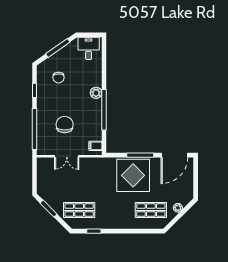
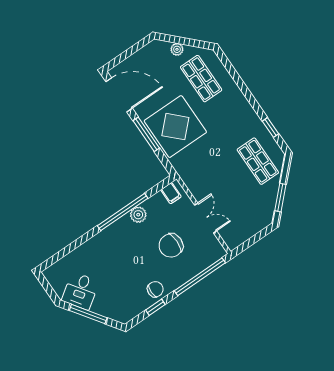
desk: (89, 48) -> (80, 291), moved, turned -35
chair: (59, 78) -> (155, 289), moved
plant: (96, 93) -> (138, 215), moved

